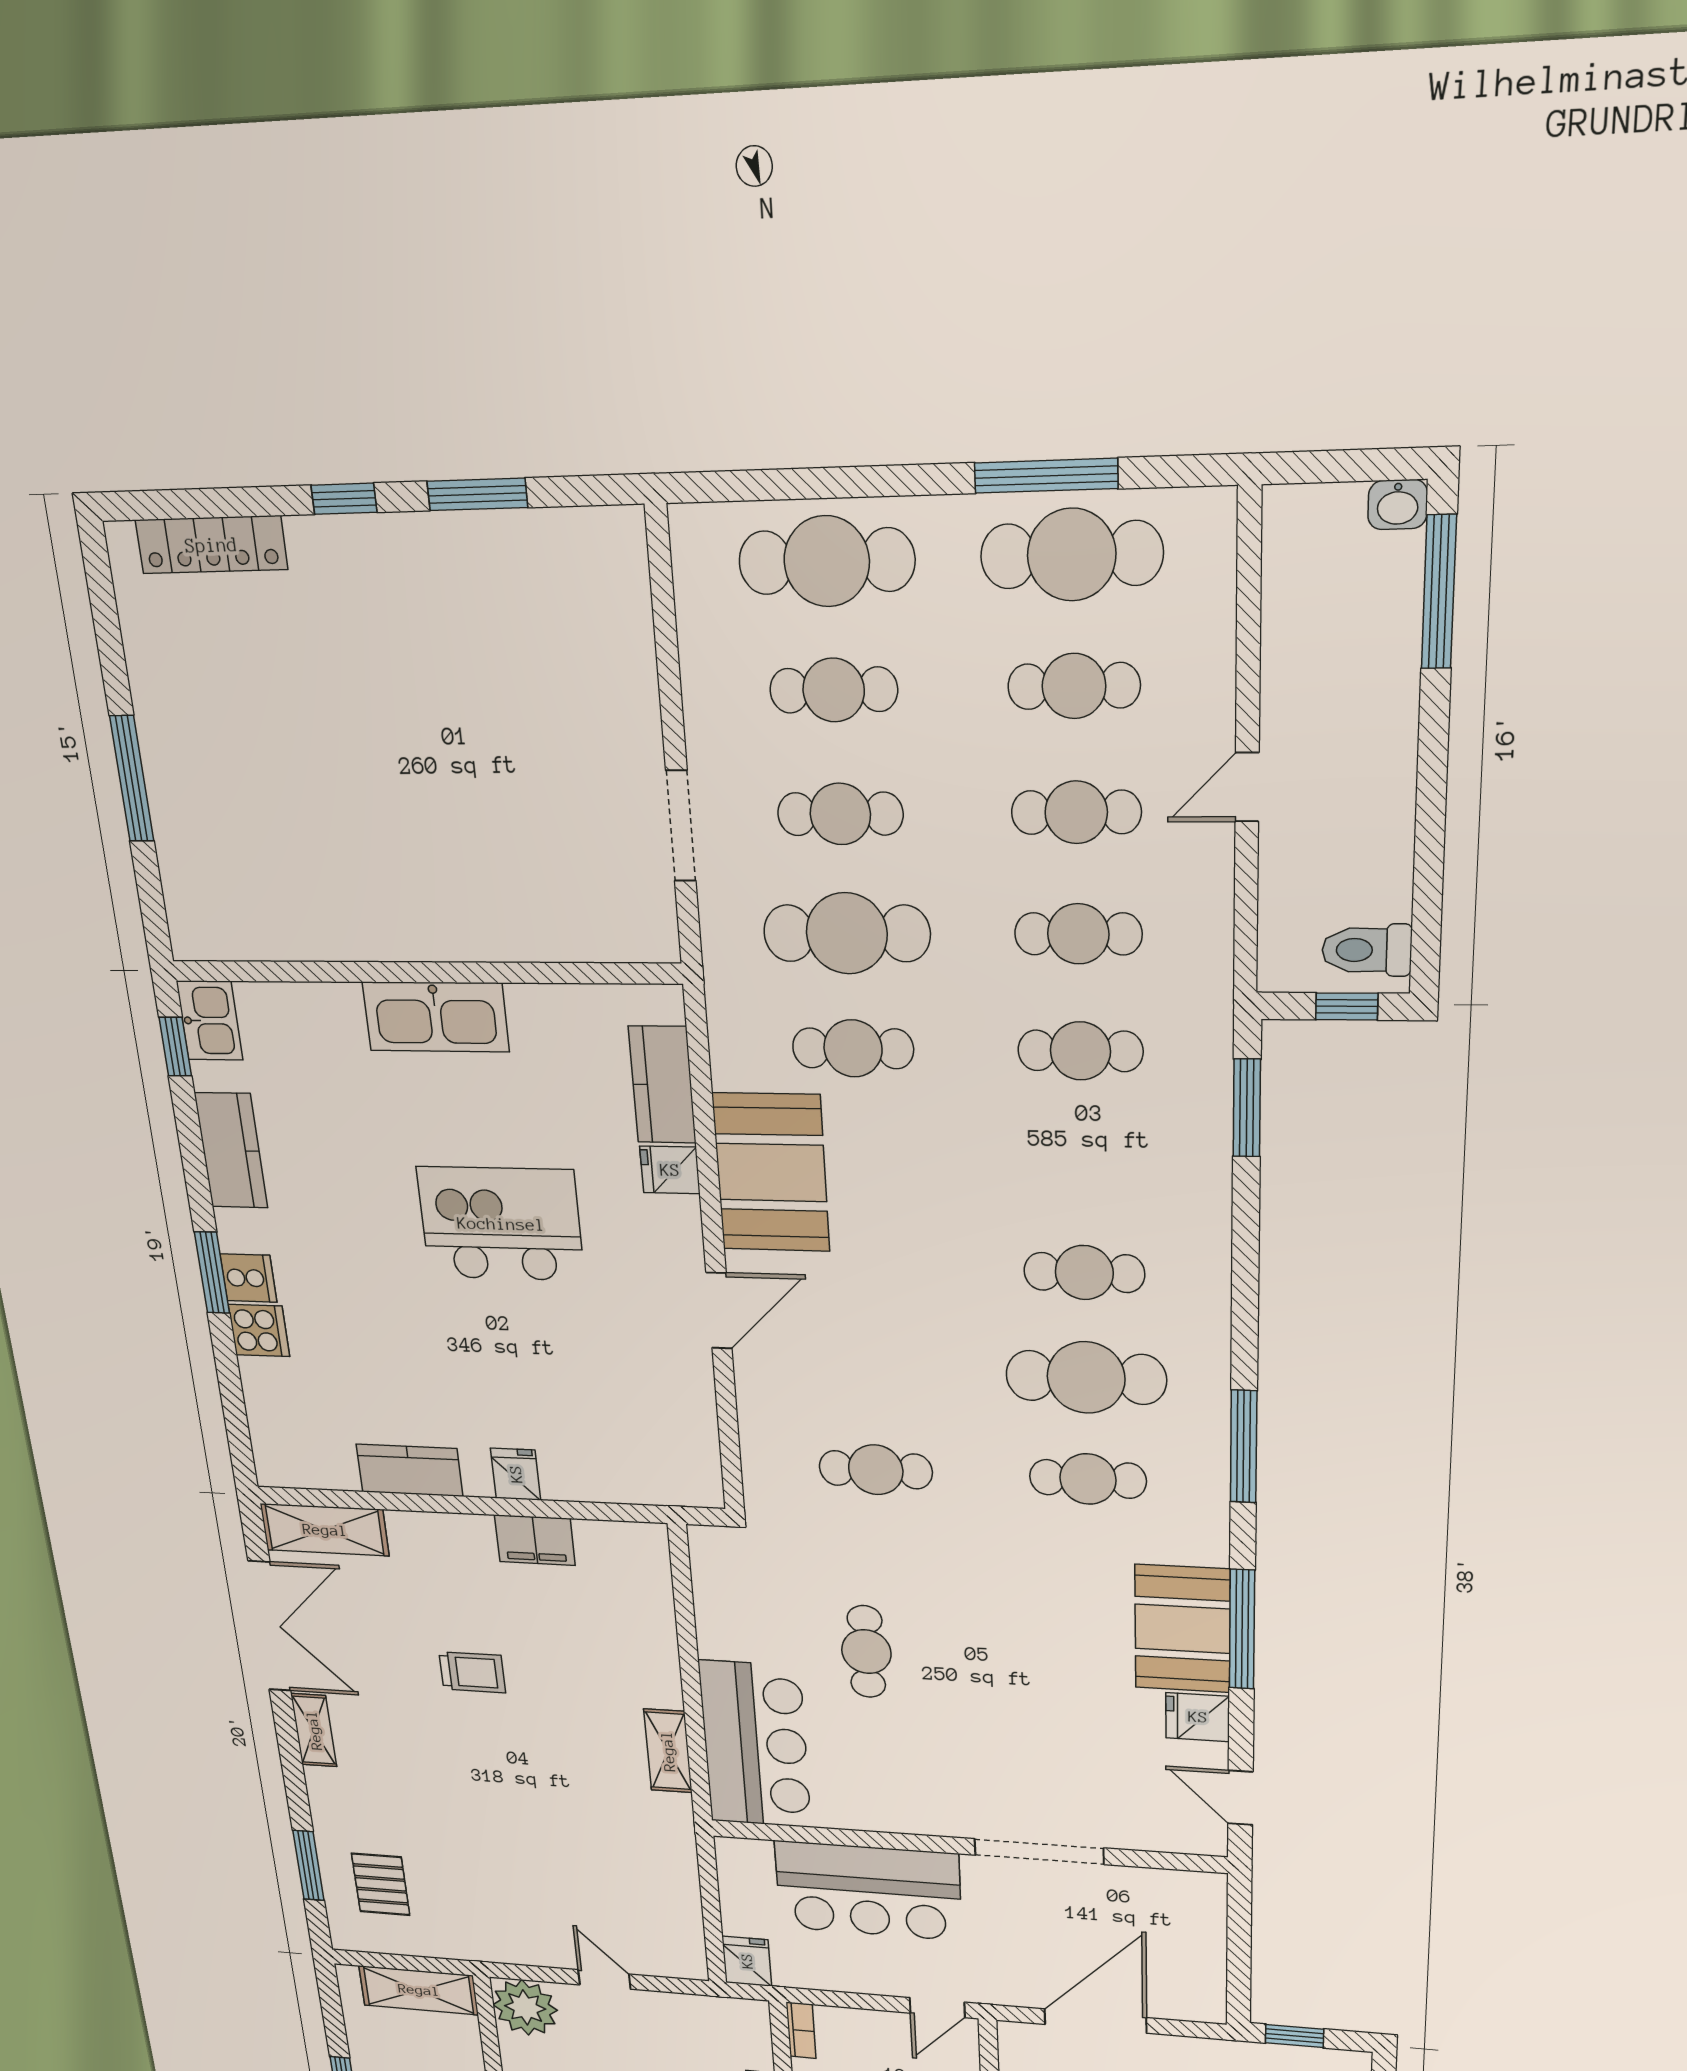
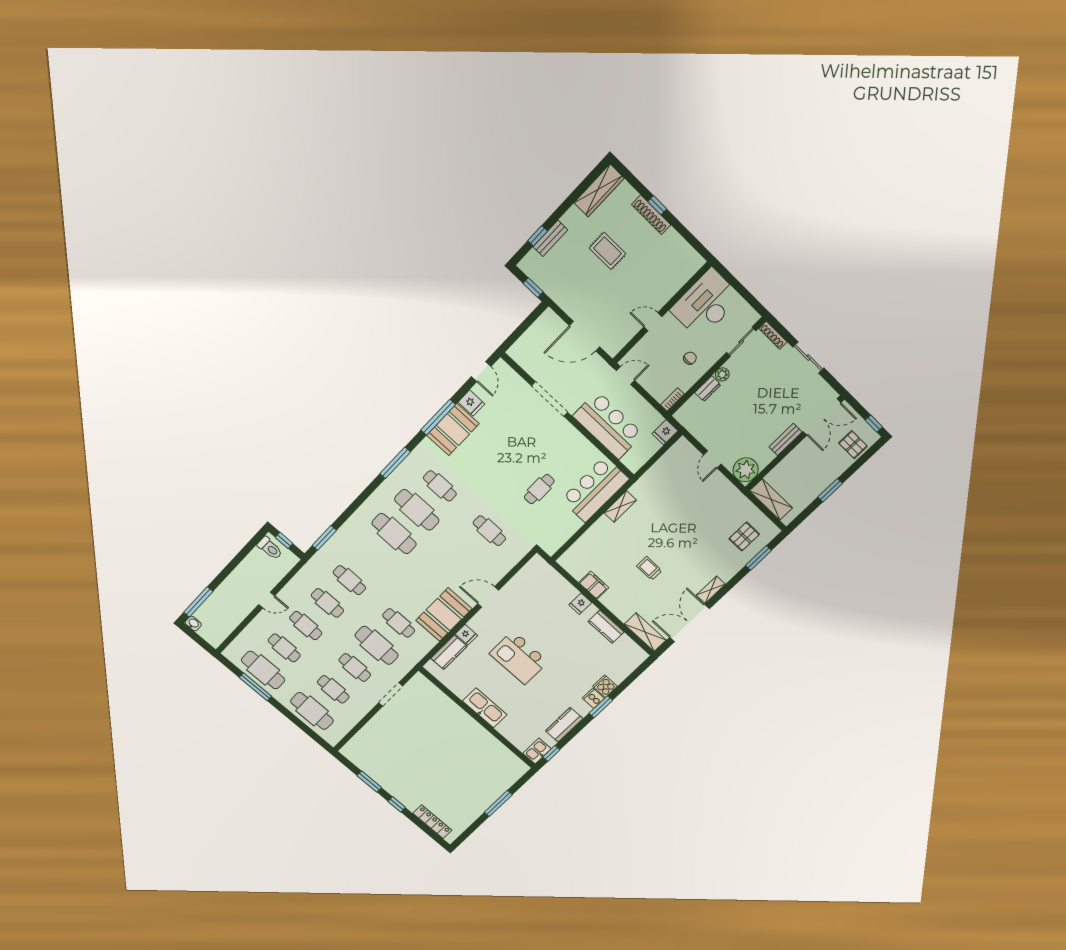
cafe table: (1084, 1273) -> (394, 534), width x1.37, depth x1.35

